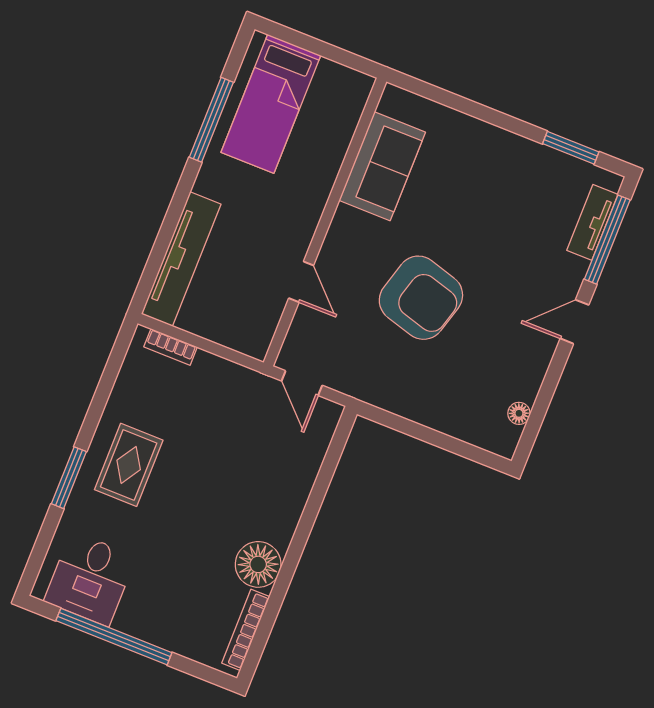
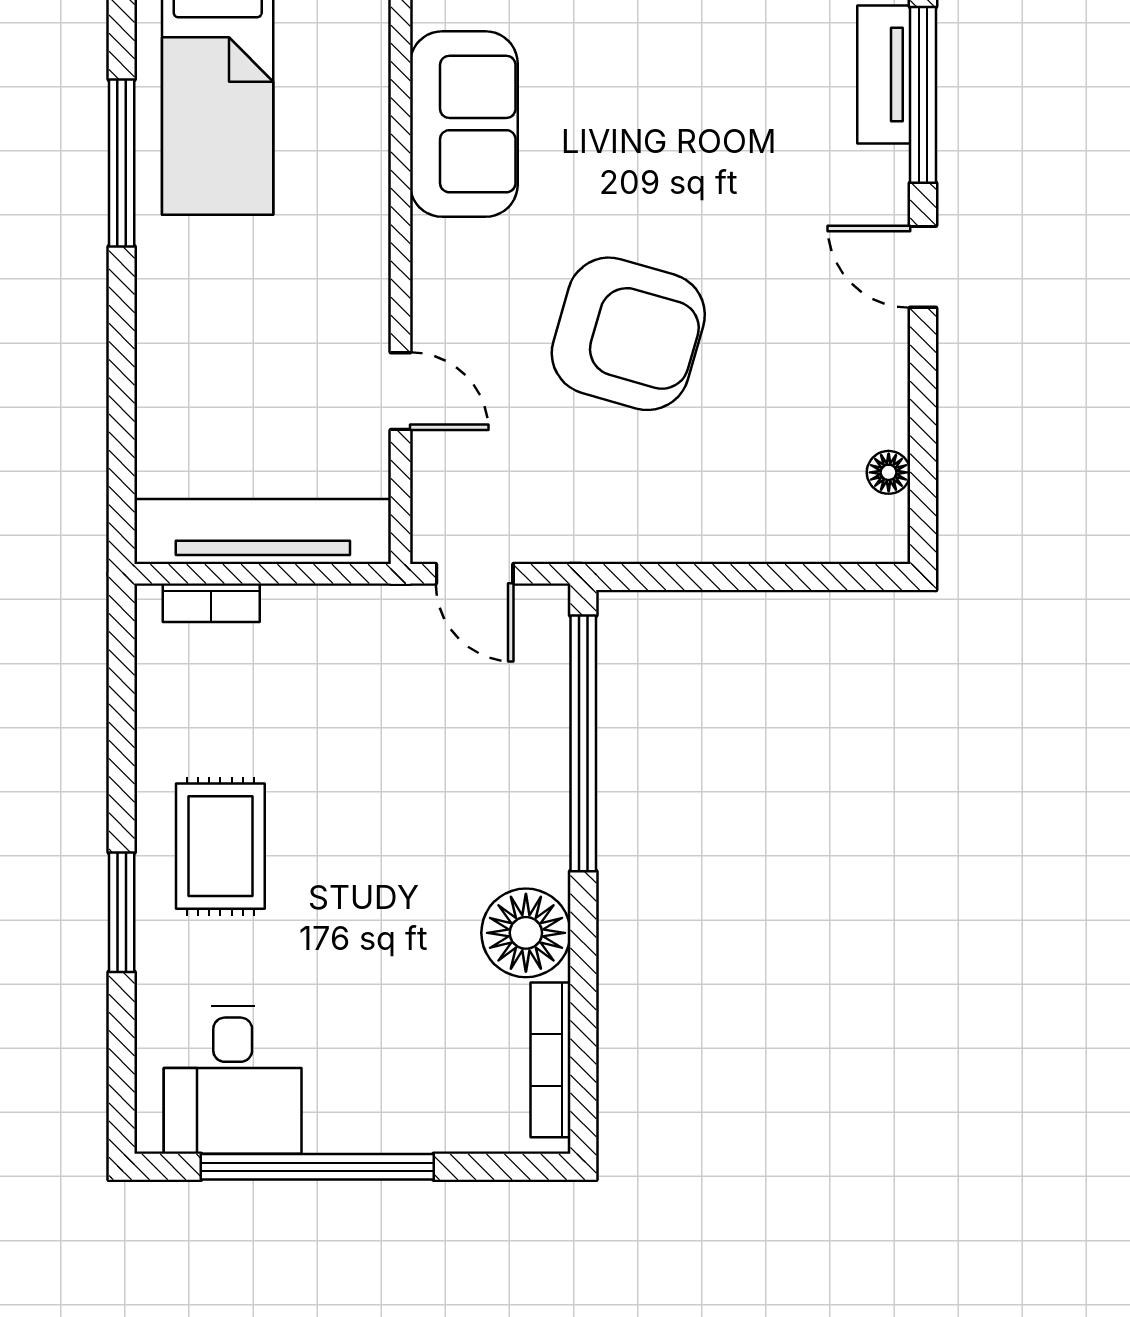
tv unit: (181, 259) -> (263, 532), moved, turned -90
door: (574, 322) -> (923, 267), hinge flipped
window: (322, 485) -> (583, 743), added

